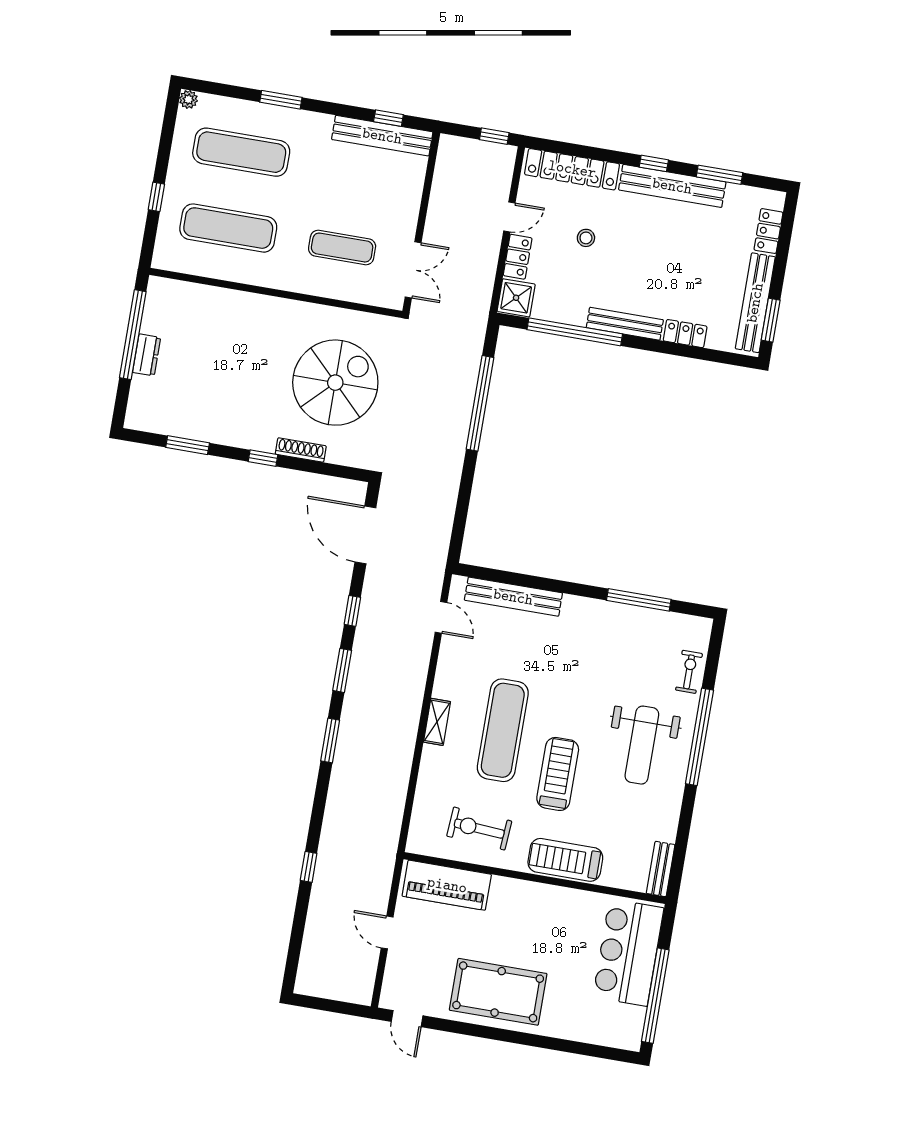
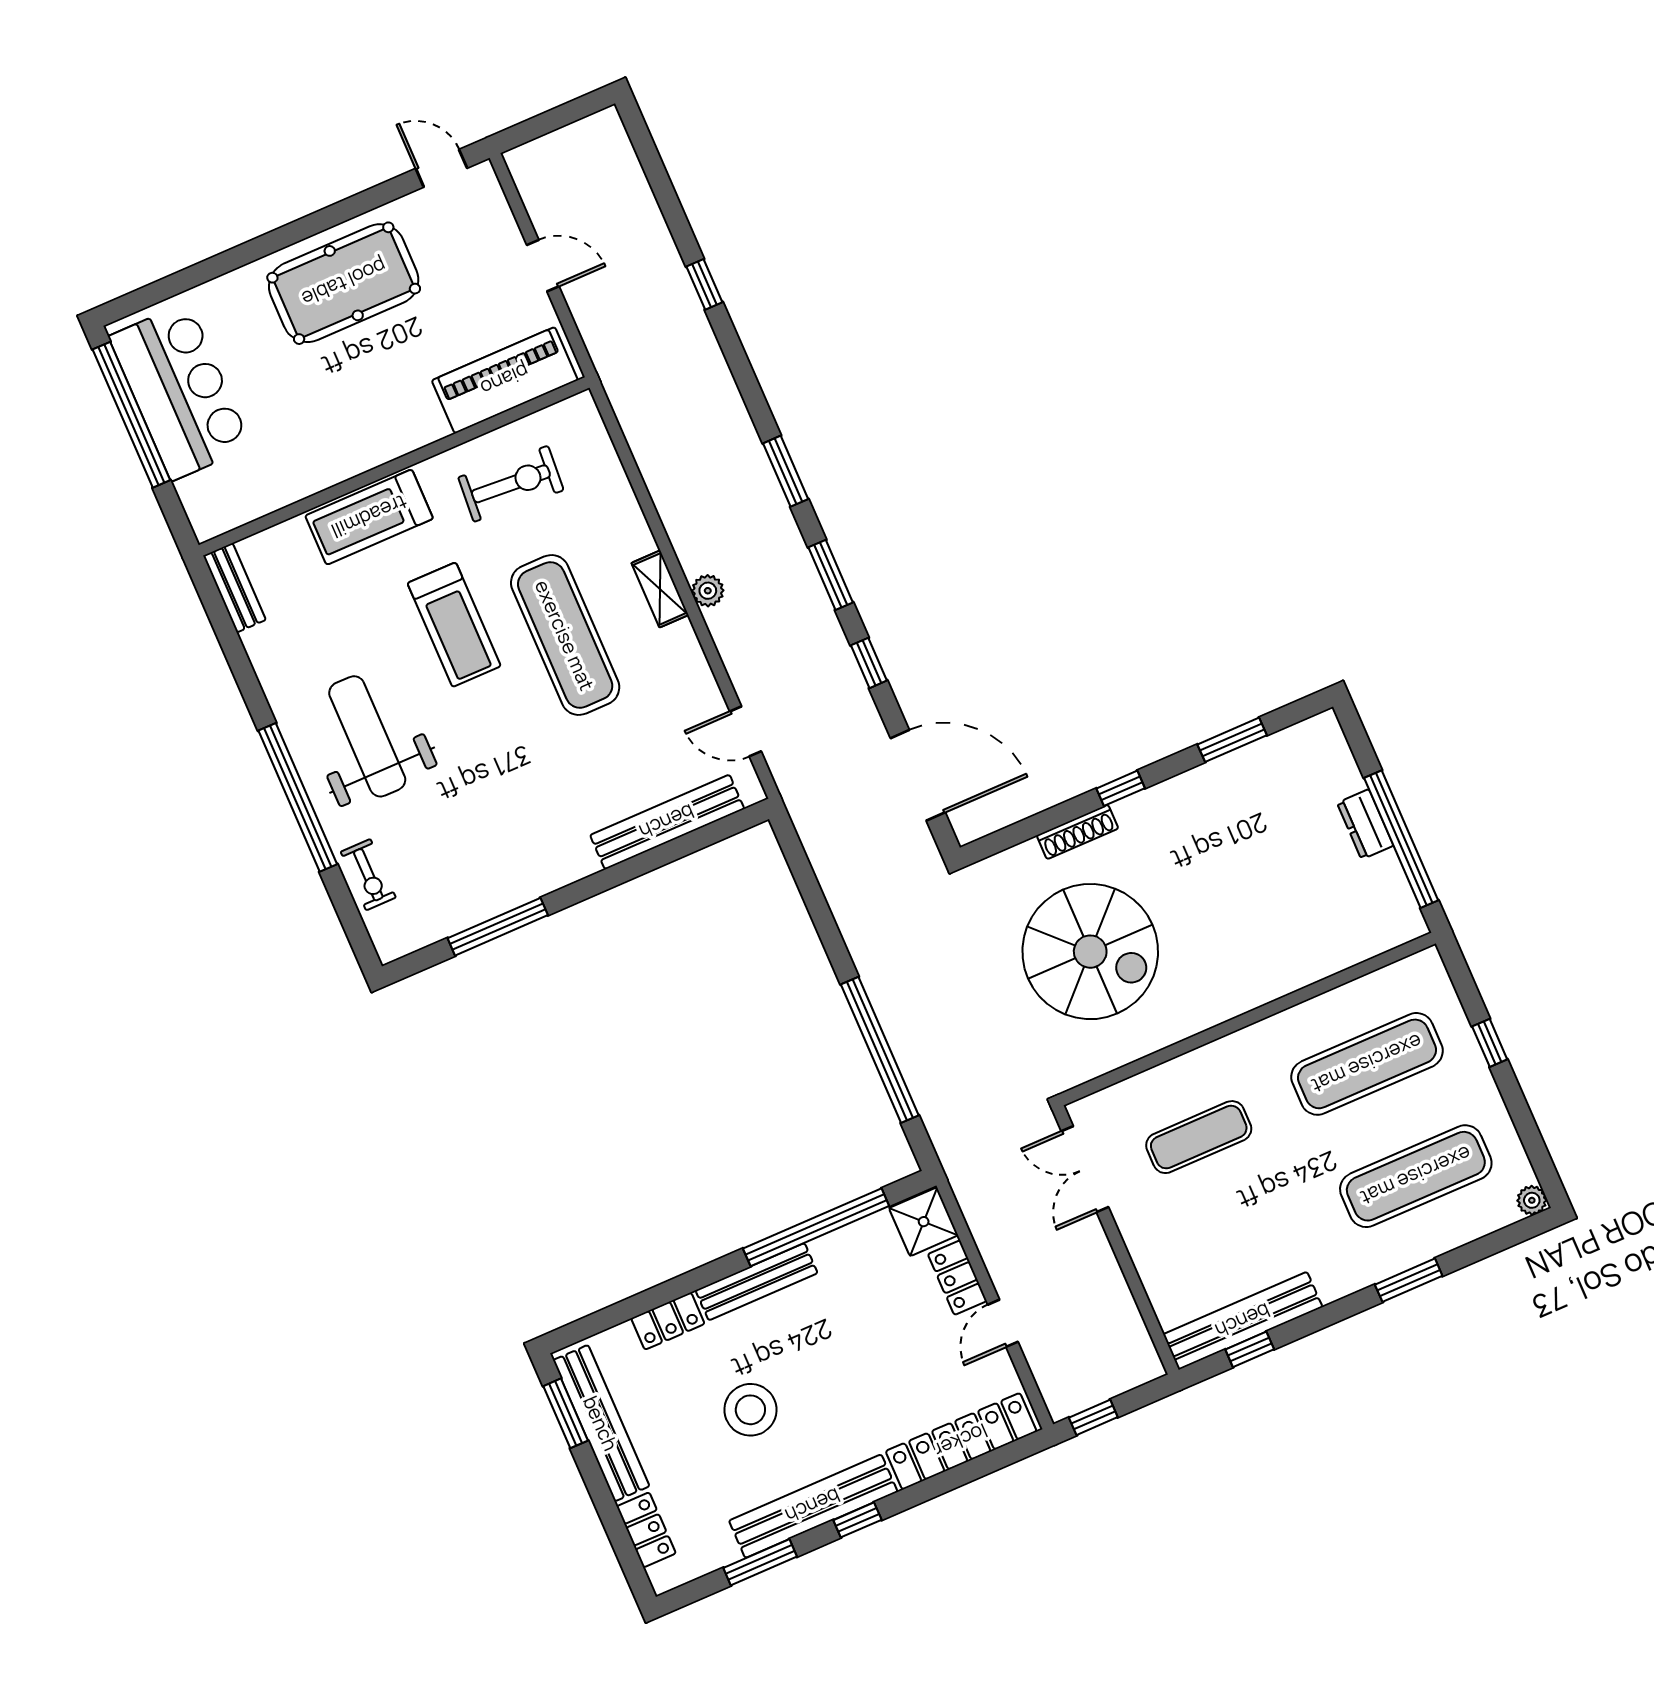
stool: (586, 238) -> (750, 1410), moved, width x1.89, depth x1.89
spiral stairs: (335, 383) -> (1090, 952), turned -90
plant: (412, 704) -> (708, 591), added
treadmill: (565, 860) -> (369, 517), turned 180
bar counter: (628, 953) -> (180, 391), moved

